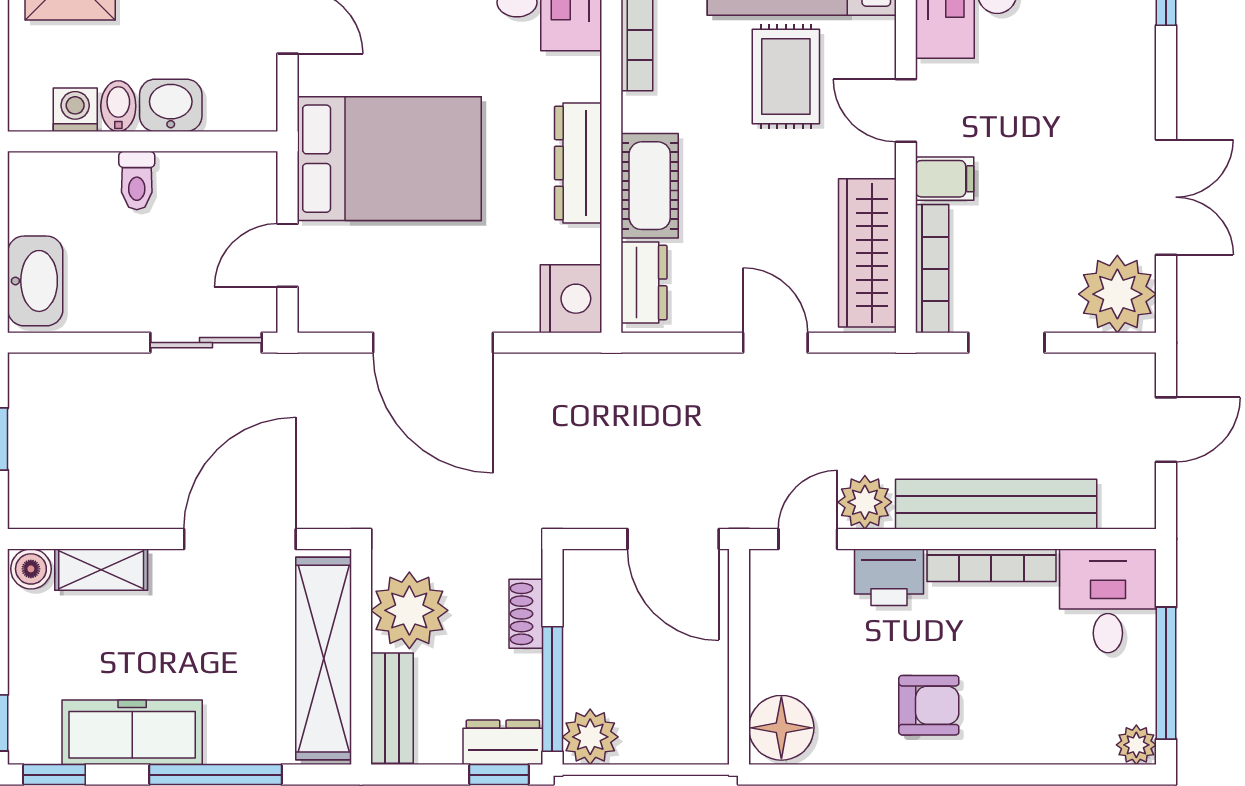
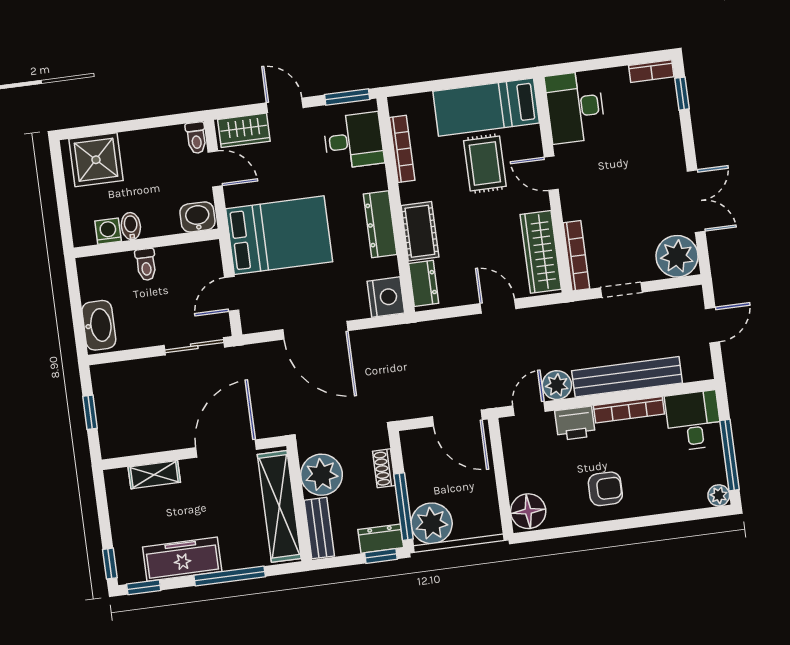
washbasin: (171, 105) -> (197, 217), moved
filing cabinet: (945, 179) -> (577, 207), removed
boiler: (31, 569) -> (117, 479), removed
plant: (590, 737) -> (432, 523), width x1.36, depth x1.36

